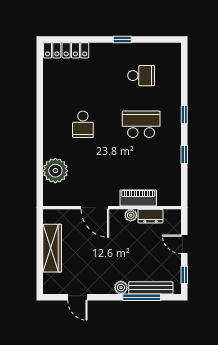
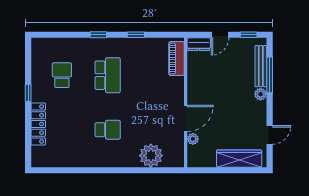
locker: (66, 50) -> (38, 124), moved
school desk: (141, 124) -> (108, 75), turned 180
piano: (138, 198) -> (177, 59), moved
plant: (131, 215) -> (193, 139), moved
dresser: (150, 216) -> (199, 44), moved, turned 90
wardrobe: (52, 248) -> (239, 159), moved

